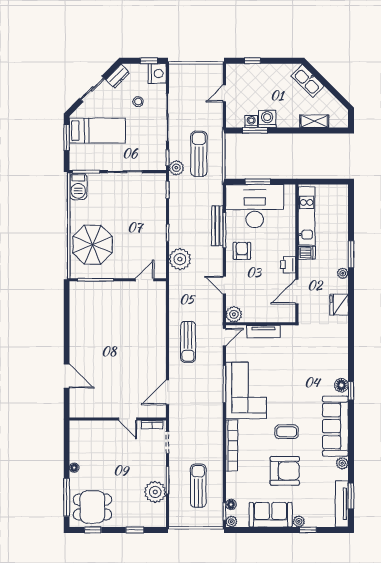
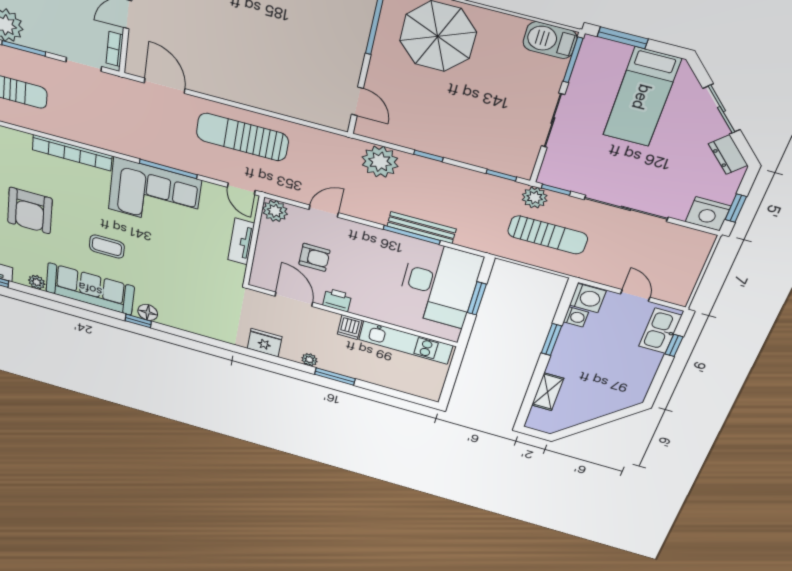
kitchen sink: (308, 81) -> (660, 331), moved, turned -45
stool: (138, 102) -> (670, 173), removed
washing machine: (267, 119) -> (588, 298), moved
window: (255, 130) -> (551, 340), moved
window: (67, 137) -> (623, 38), moved
armchair: (242, 251) -> (314, 257), moved
sun lounger: (188, 342) -> (242, 137), width x1.36, depth x1.34
coffee table: (287, 432) -> (107, 247), moved, turned 90

